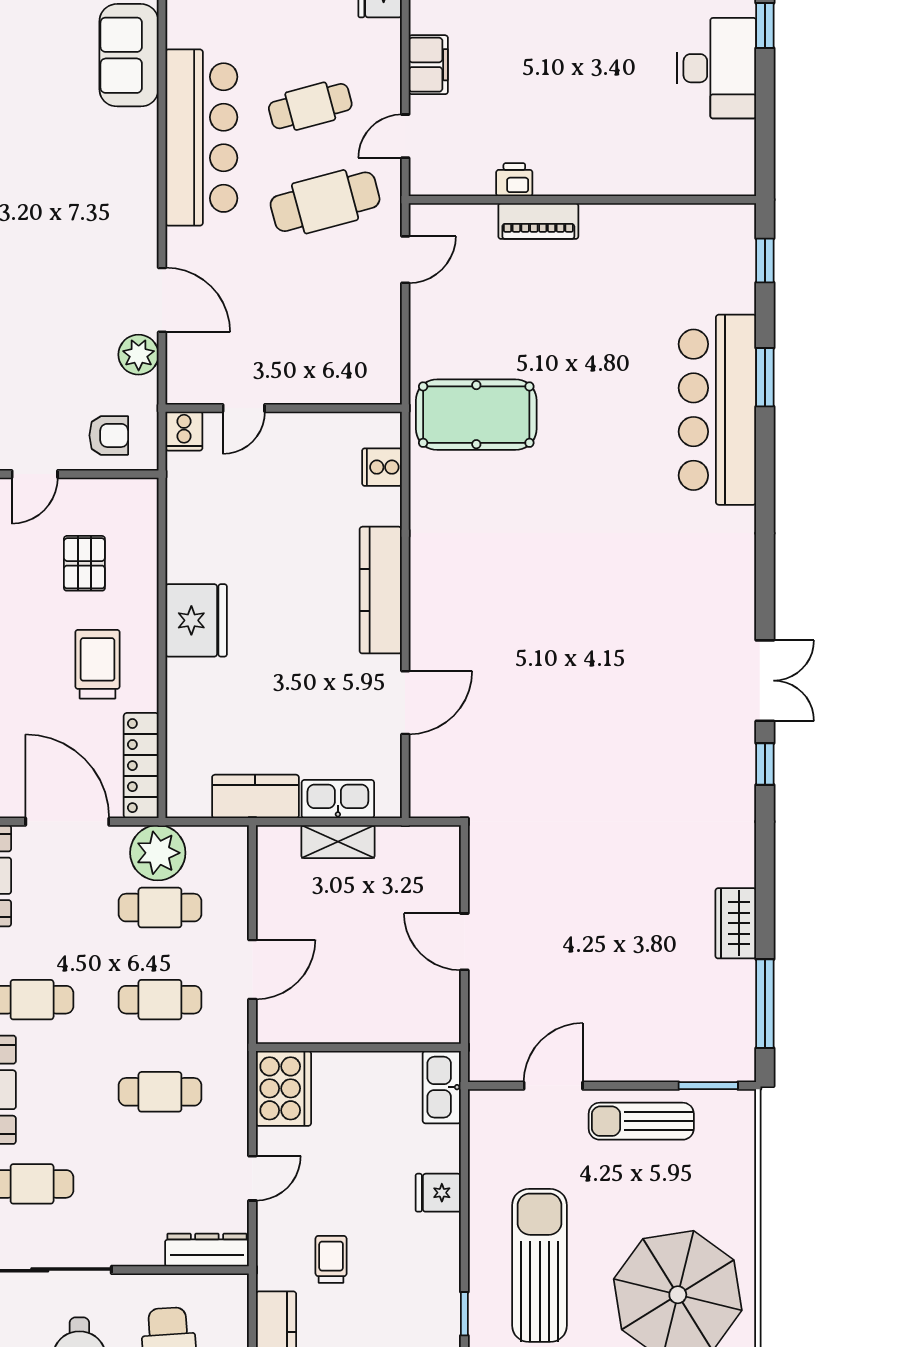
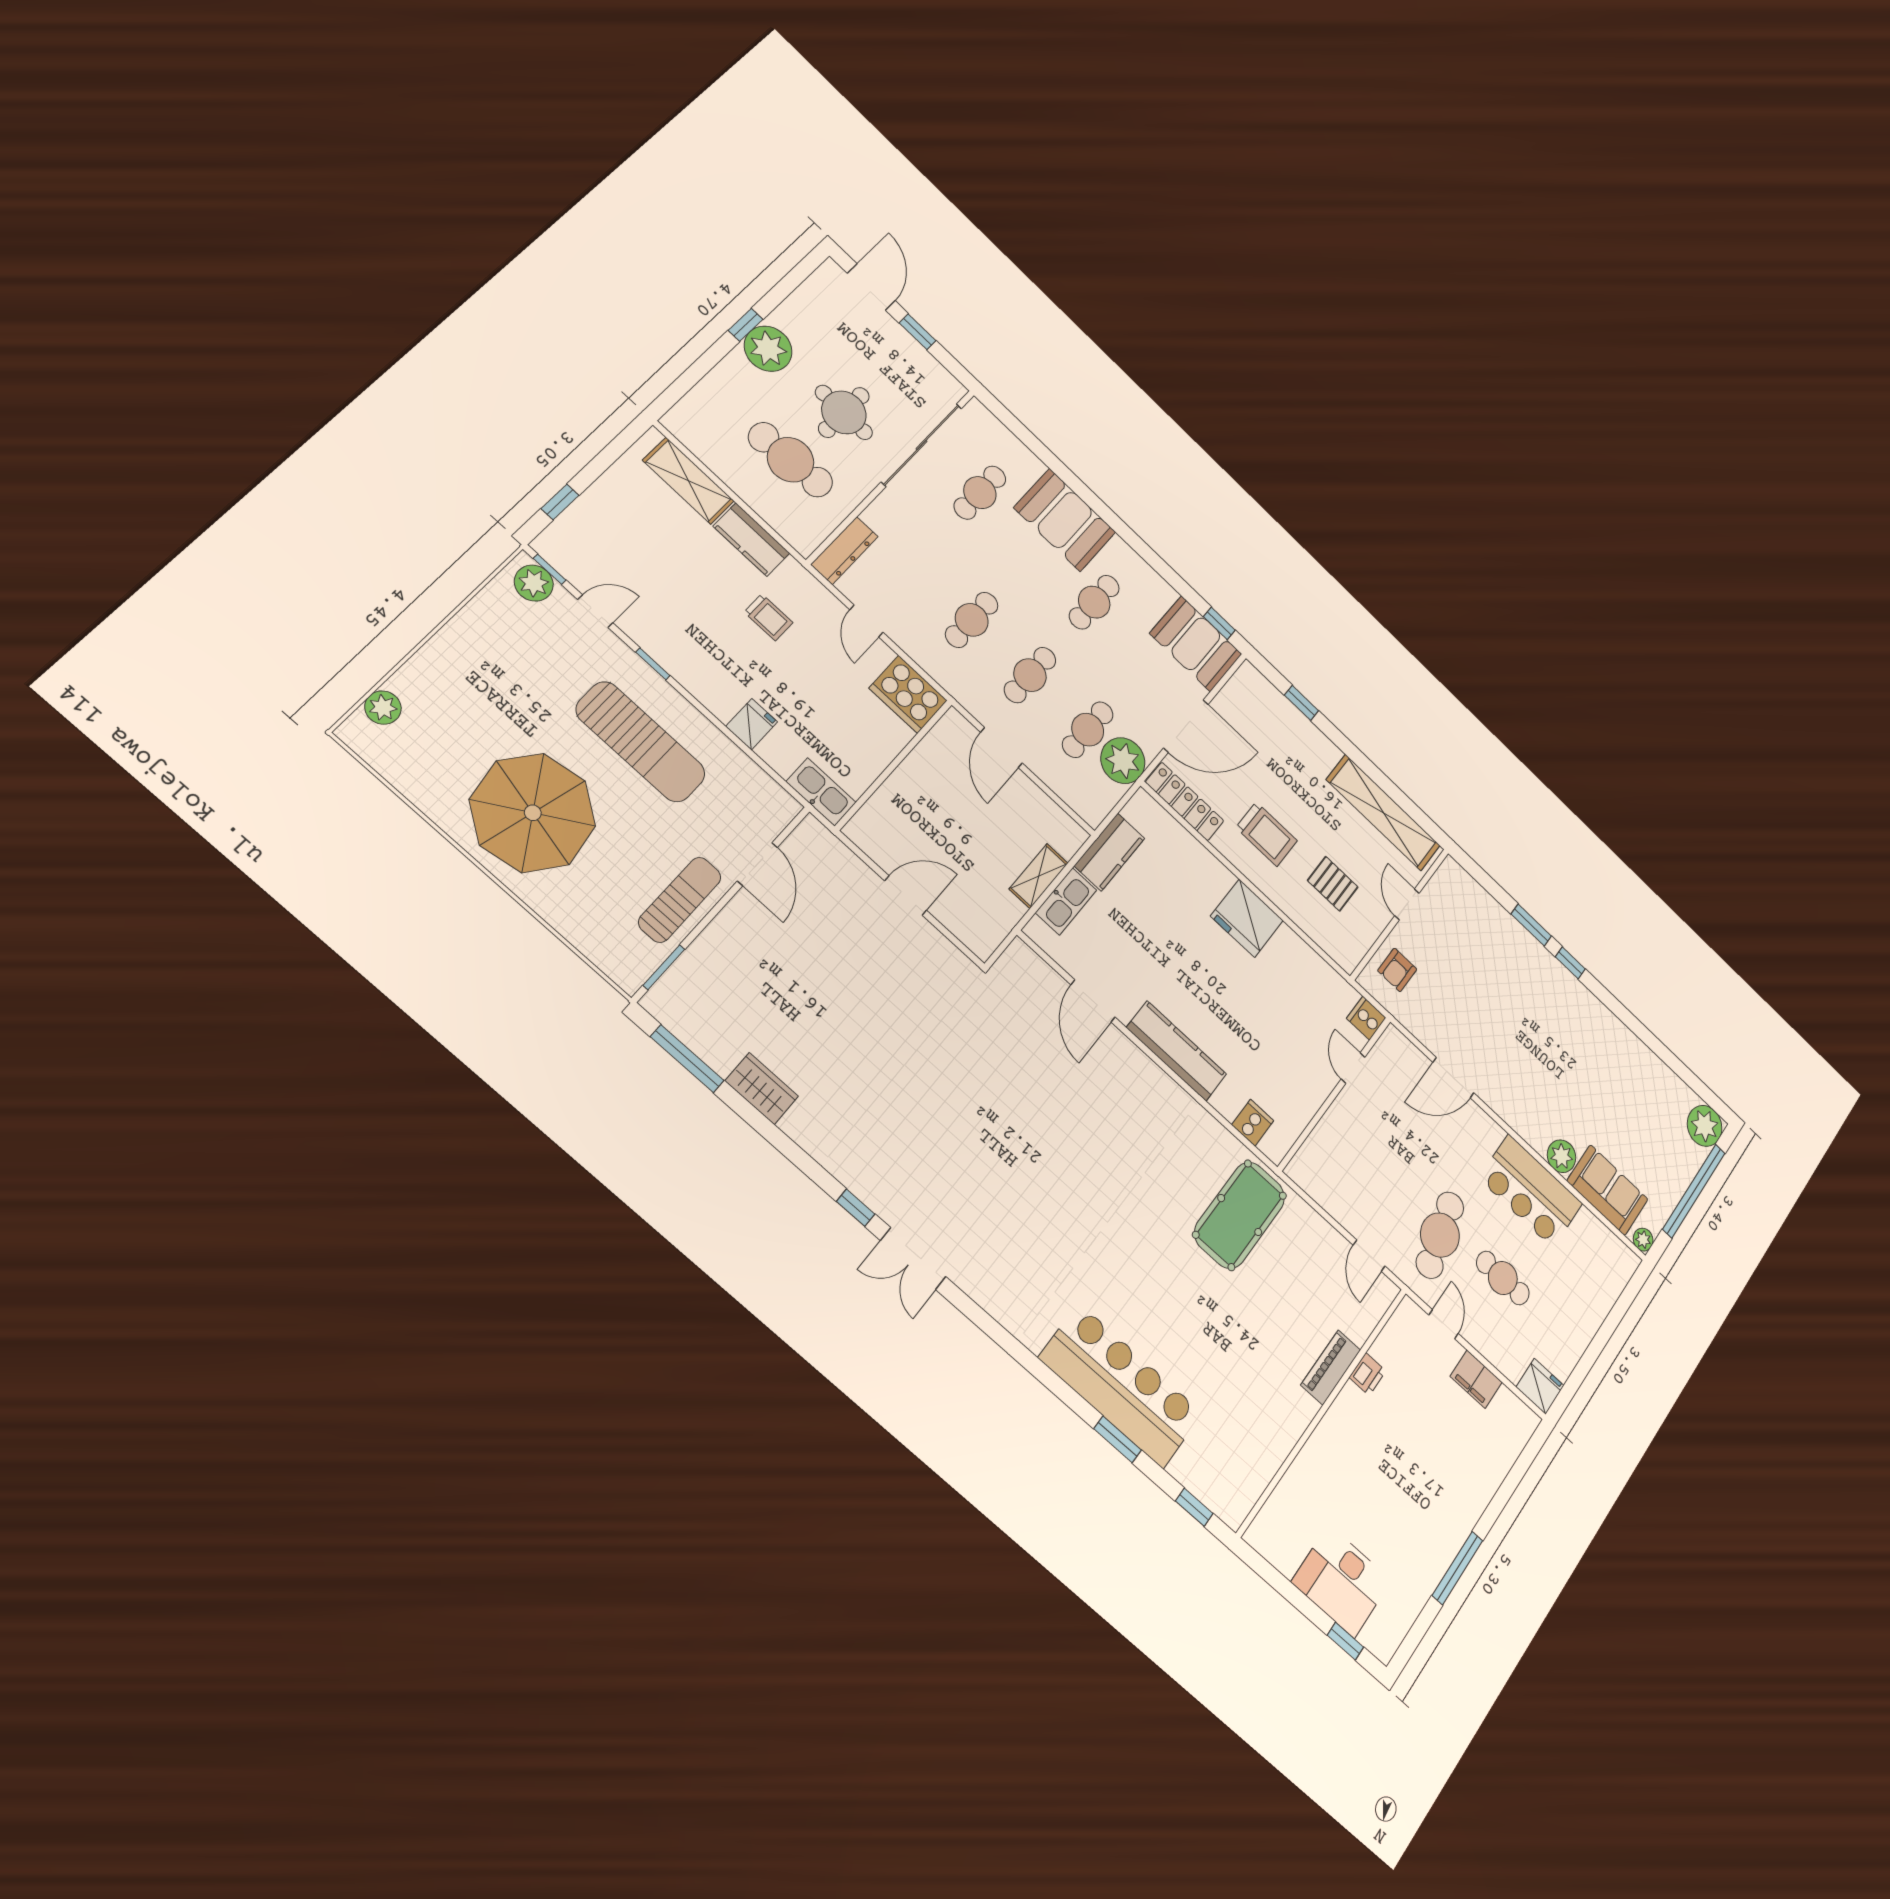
cafe table: (310, 106) -> (1503, 1278), turned -75
bar counter: (201, 138) -> (1531, 1191), width x0.73
plant: (139, 355) -> (1562, 1156), moved

